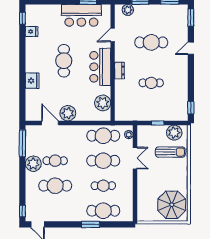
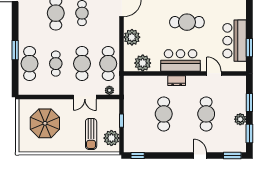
plant: (128, 10) -> (240, 119), moved
cafe table: (151, 83) -> (164, 114), width x1.37, depth x1.35
plant: (68, 113) -> (132, 37), moved
parasol: (172, 205) -> (45, 123), moved

